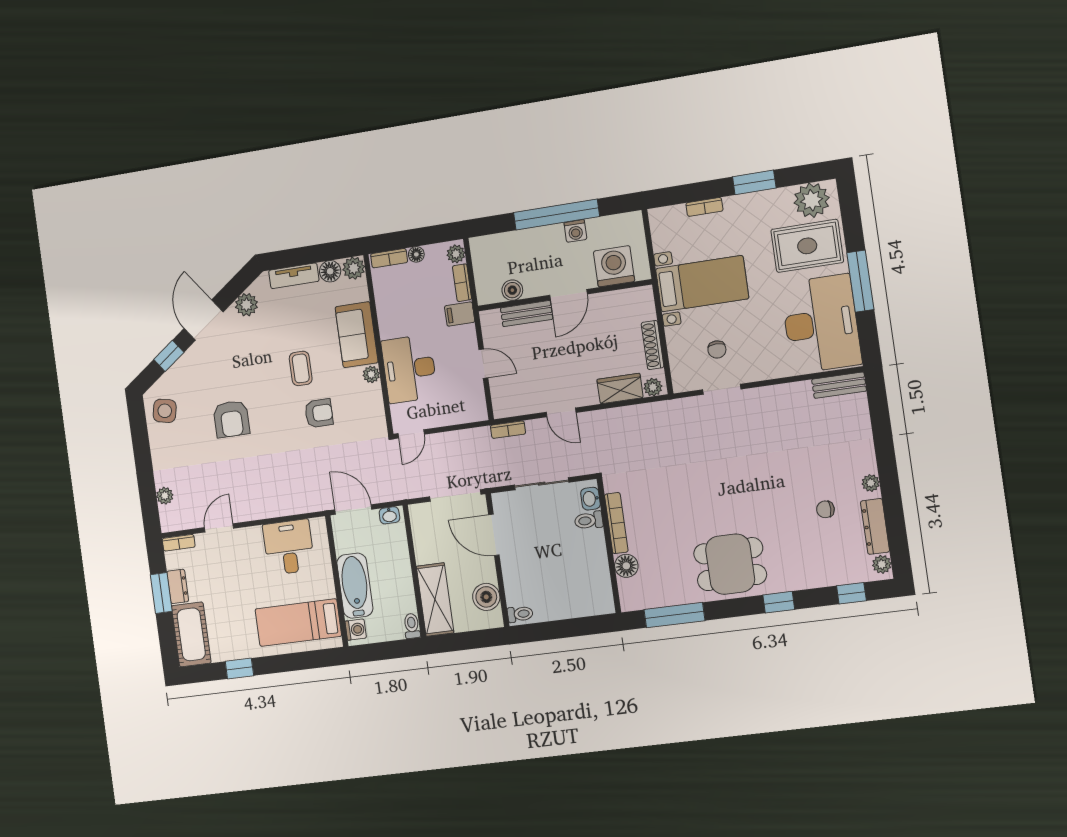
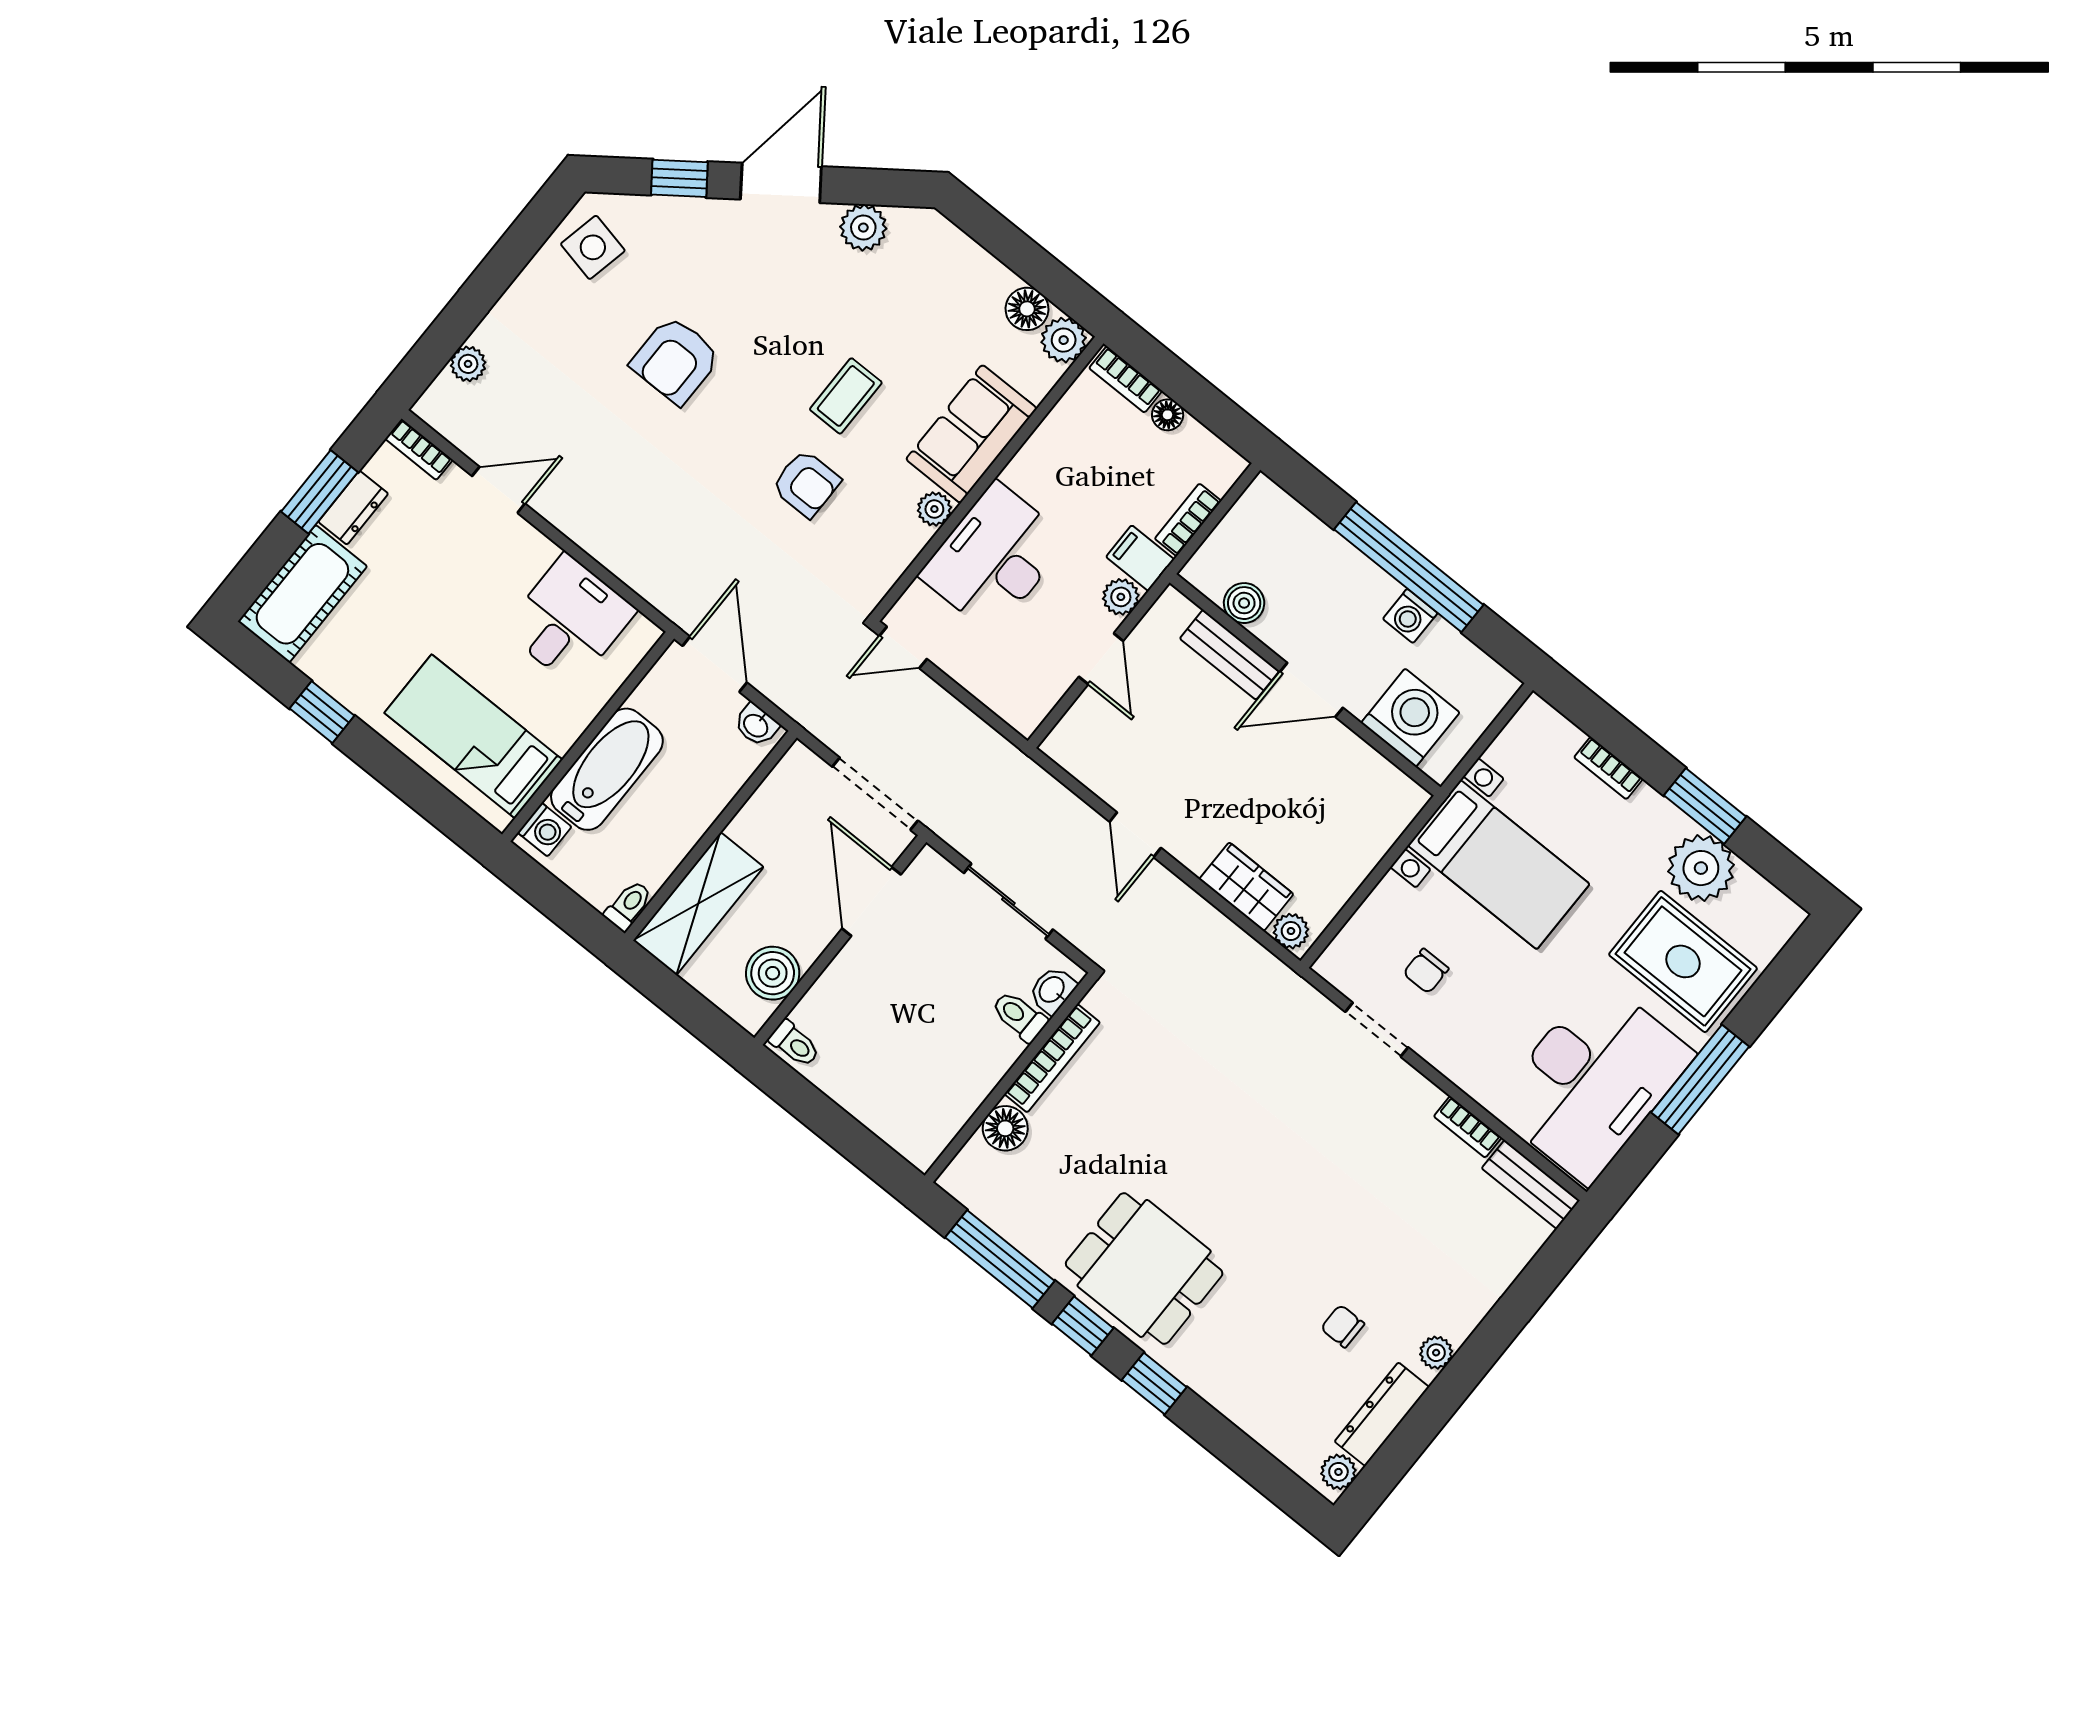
plant: (812, 200) -> (1701, 868), moved
plant: (456, 254) -> (1121, 597), moved
tv unit: (294, 276) -> (971, 260), removed
shoe rack: (653, 345) -> (1350, 875), removed
bookcase: (508, 430) -> (1468, 1127), moved
window: (851, 593) -> (1083, 1326), moved

